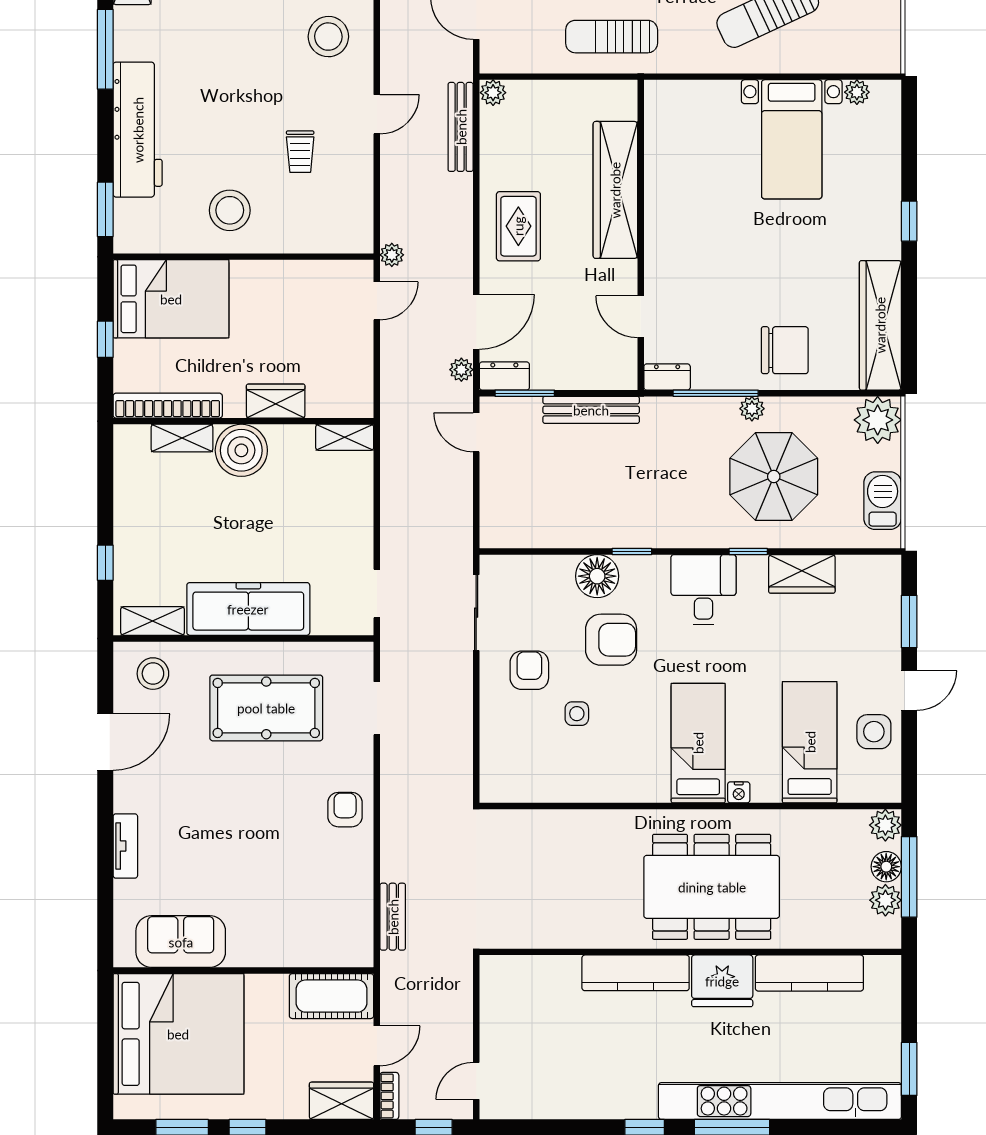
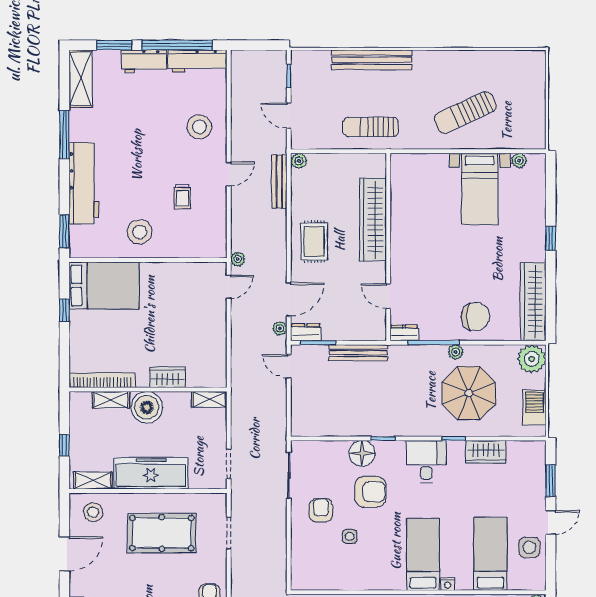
wardrobe: (276, 401) -> (167, 377), moved
bookcase: (168, 406) -> (102, 380), moved
wall: (243, 421) -> (148, 390), moved
shelving: (345, 437) -> (209, 399), moved
shelving: (182, 438) -> (111, 400), moved
boiler: (241, 450) -> (147, 407), moved

